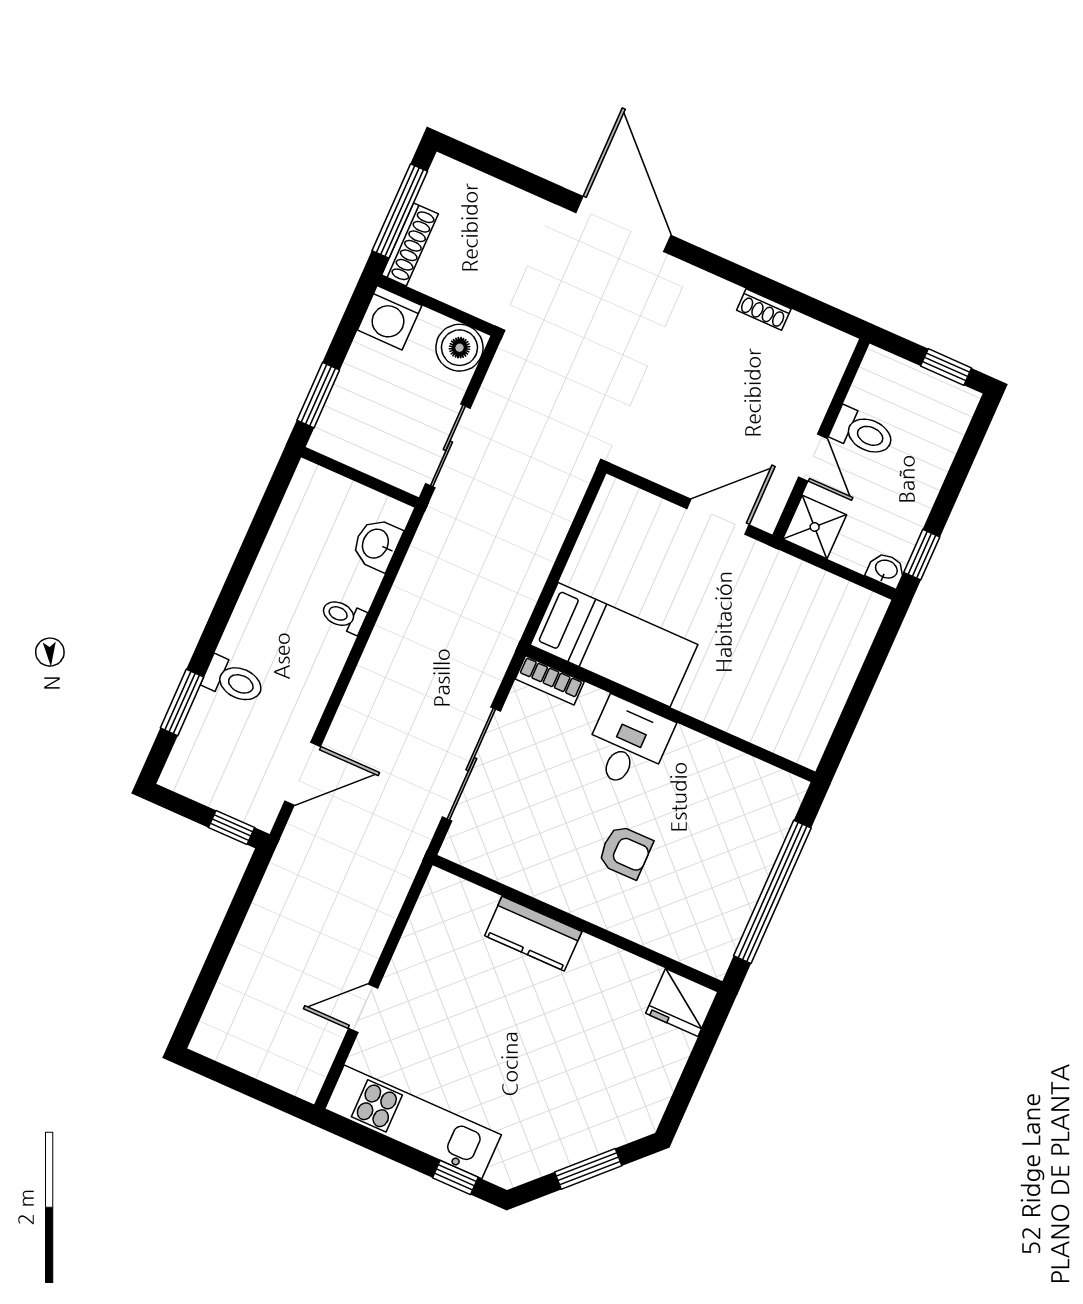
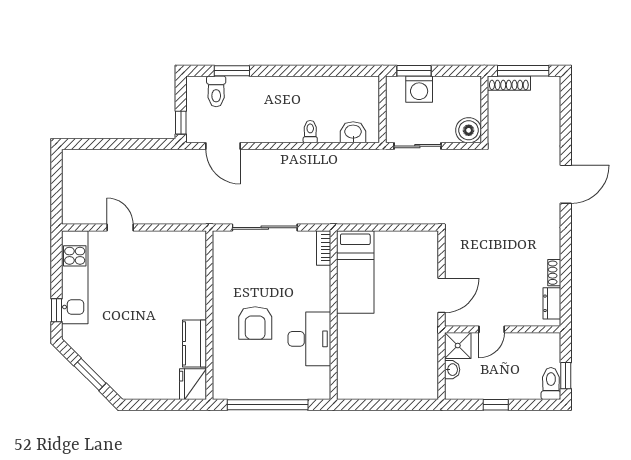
door: (623, 224) -> (566, 184), width x0.73
washing machine: (390, 318) -> (419, 89), moved, turned -90
dresser: (814, 336) -> (552, 303), added
toilet: (863, 432) -> (551, 384), moved, turned 180
door: (718, 517) -> (442, 295), hinge flipped
window: (922, 555) -> (496, 405), moved
washbasin: (886, 570) -> (452, 370), moved
toilet: (233, 681) -> (216, 91), moved
desk: (628, 744) -> (309, 339), moved, width x1.37
armchair: (625, 852) -> (255, 323), width x1.38, depth x1.38
kitchen counter: (533, 934) -> (194, 343), moved

